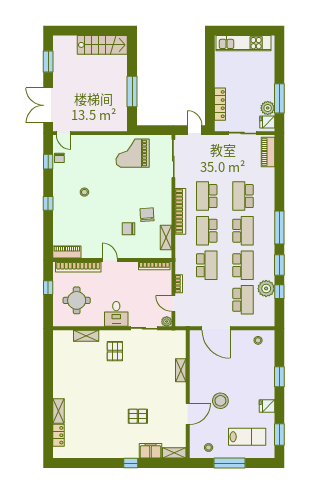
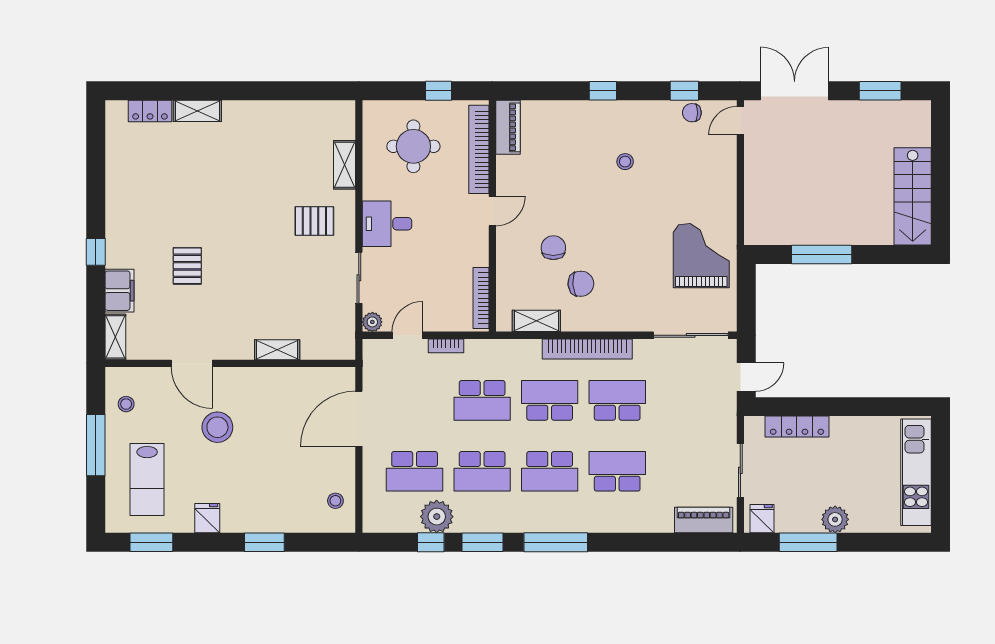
plant: (268, 108) -> (835, 519), moved

